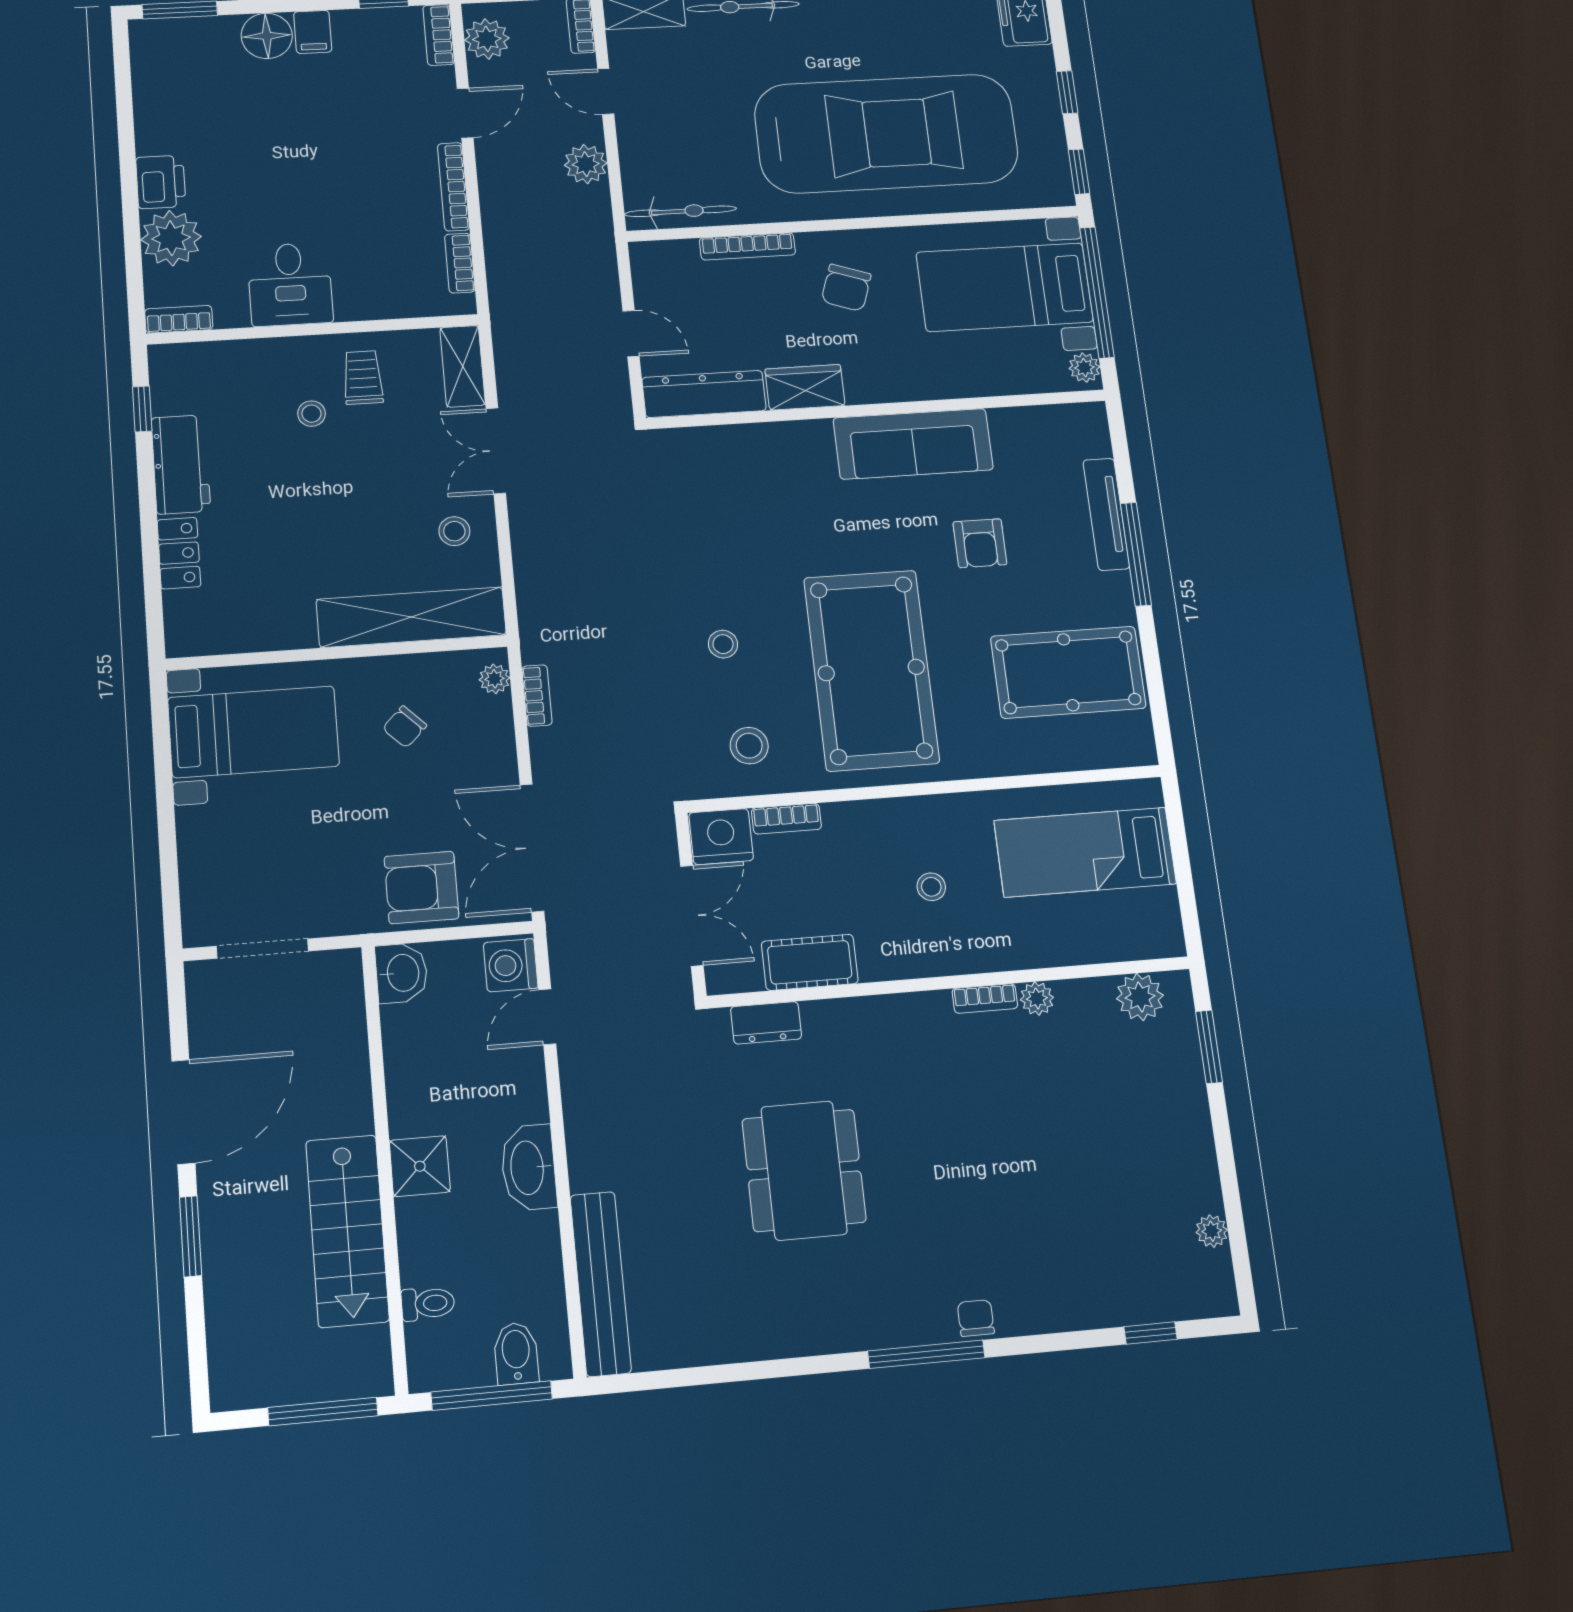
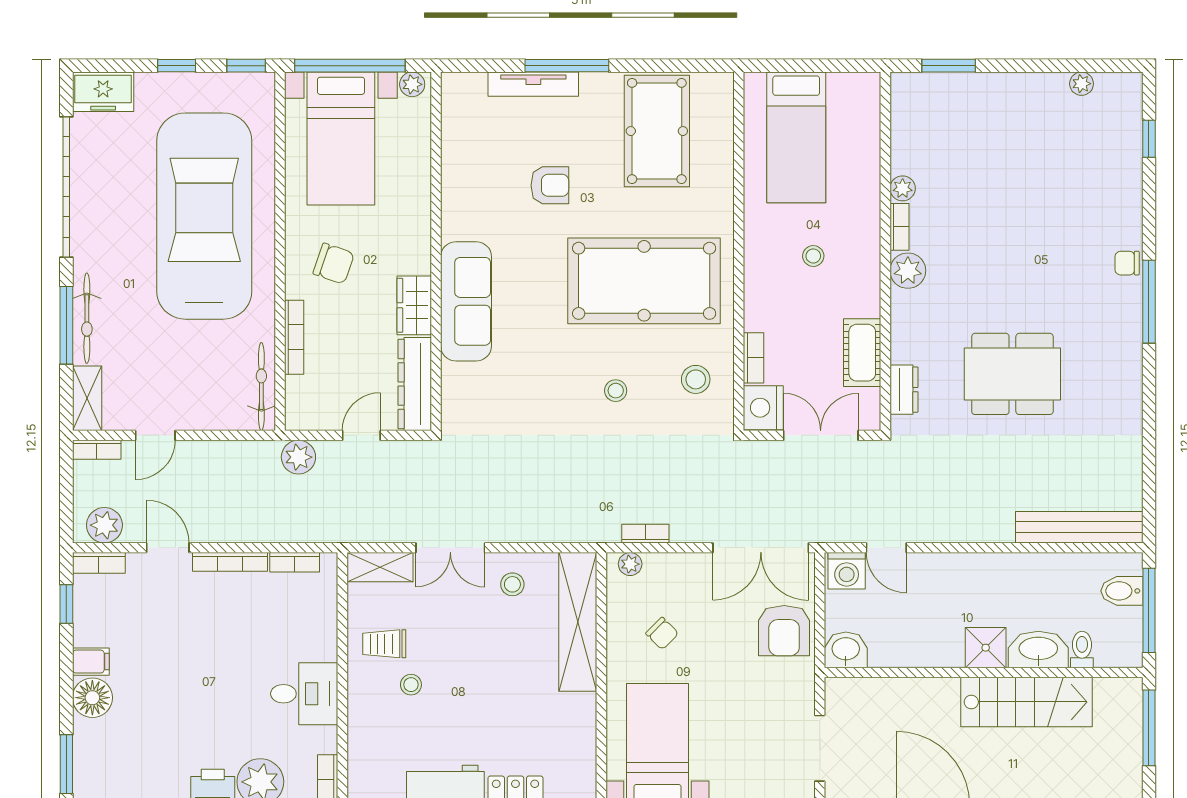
plant: (586, 164) -> (298, 457), moved
sofa: (913, 444) -> (466, 301), moved
plant: (1140, 997) -> (908, 271), moved
washbasin: (529, 1168) -> (1038, 650), moved, turned 180

